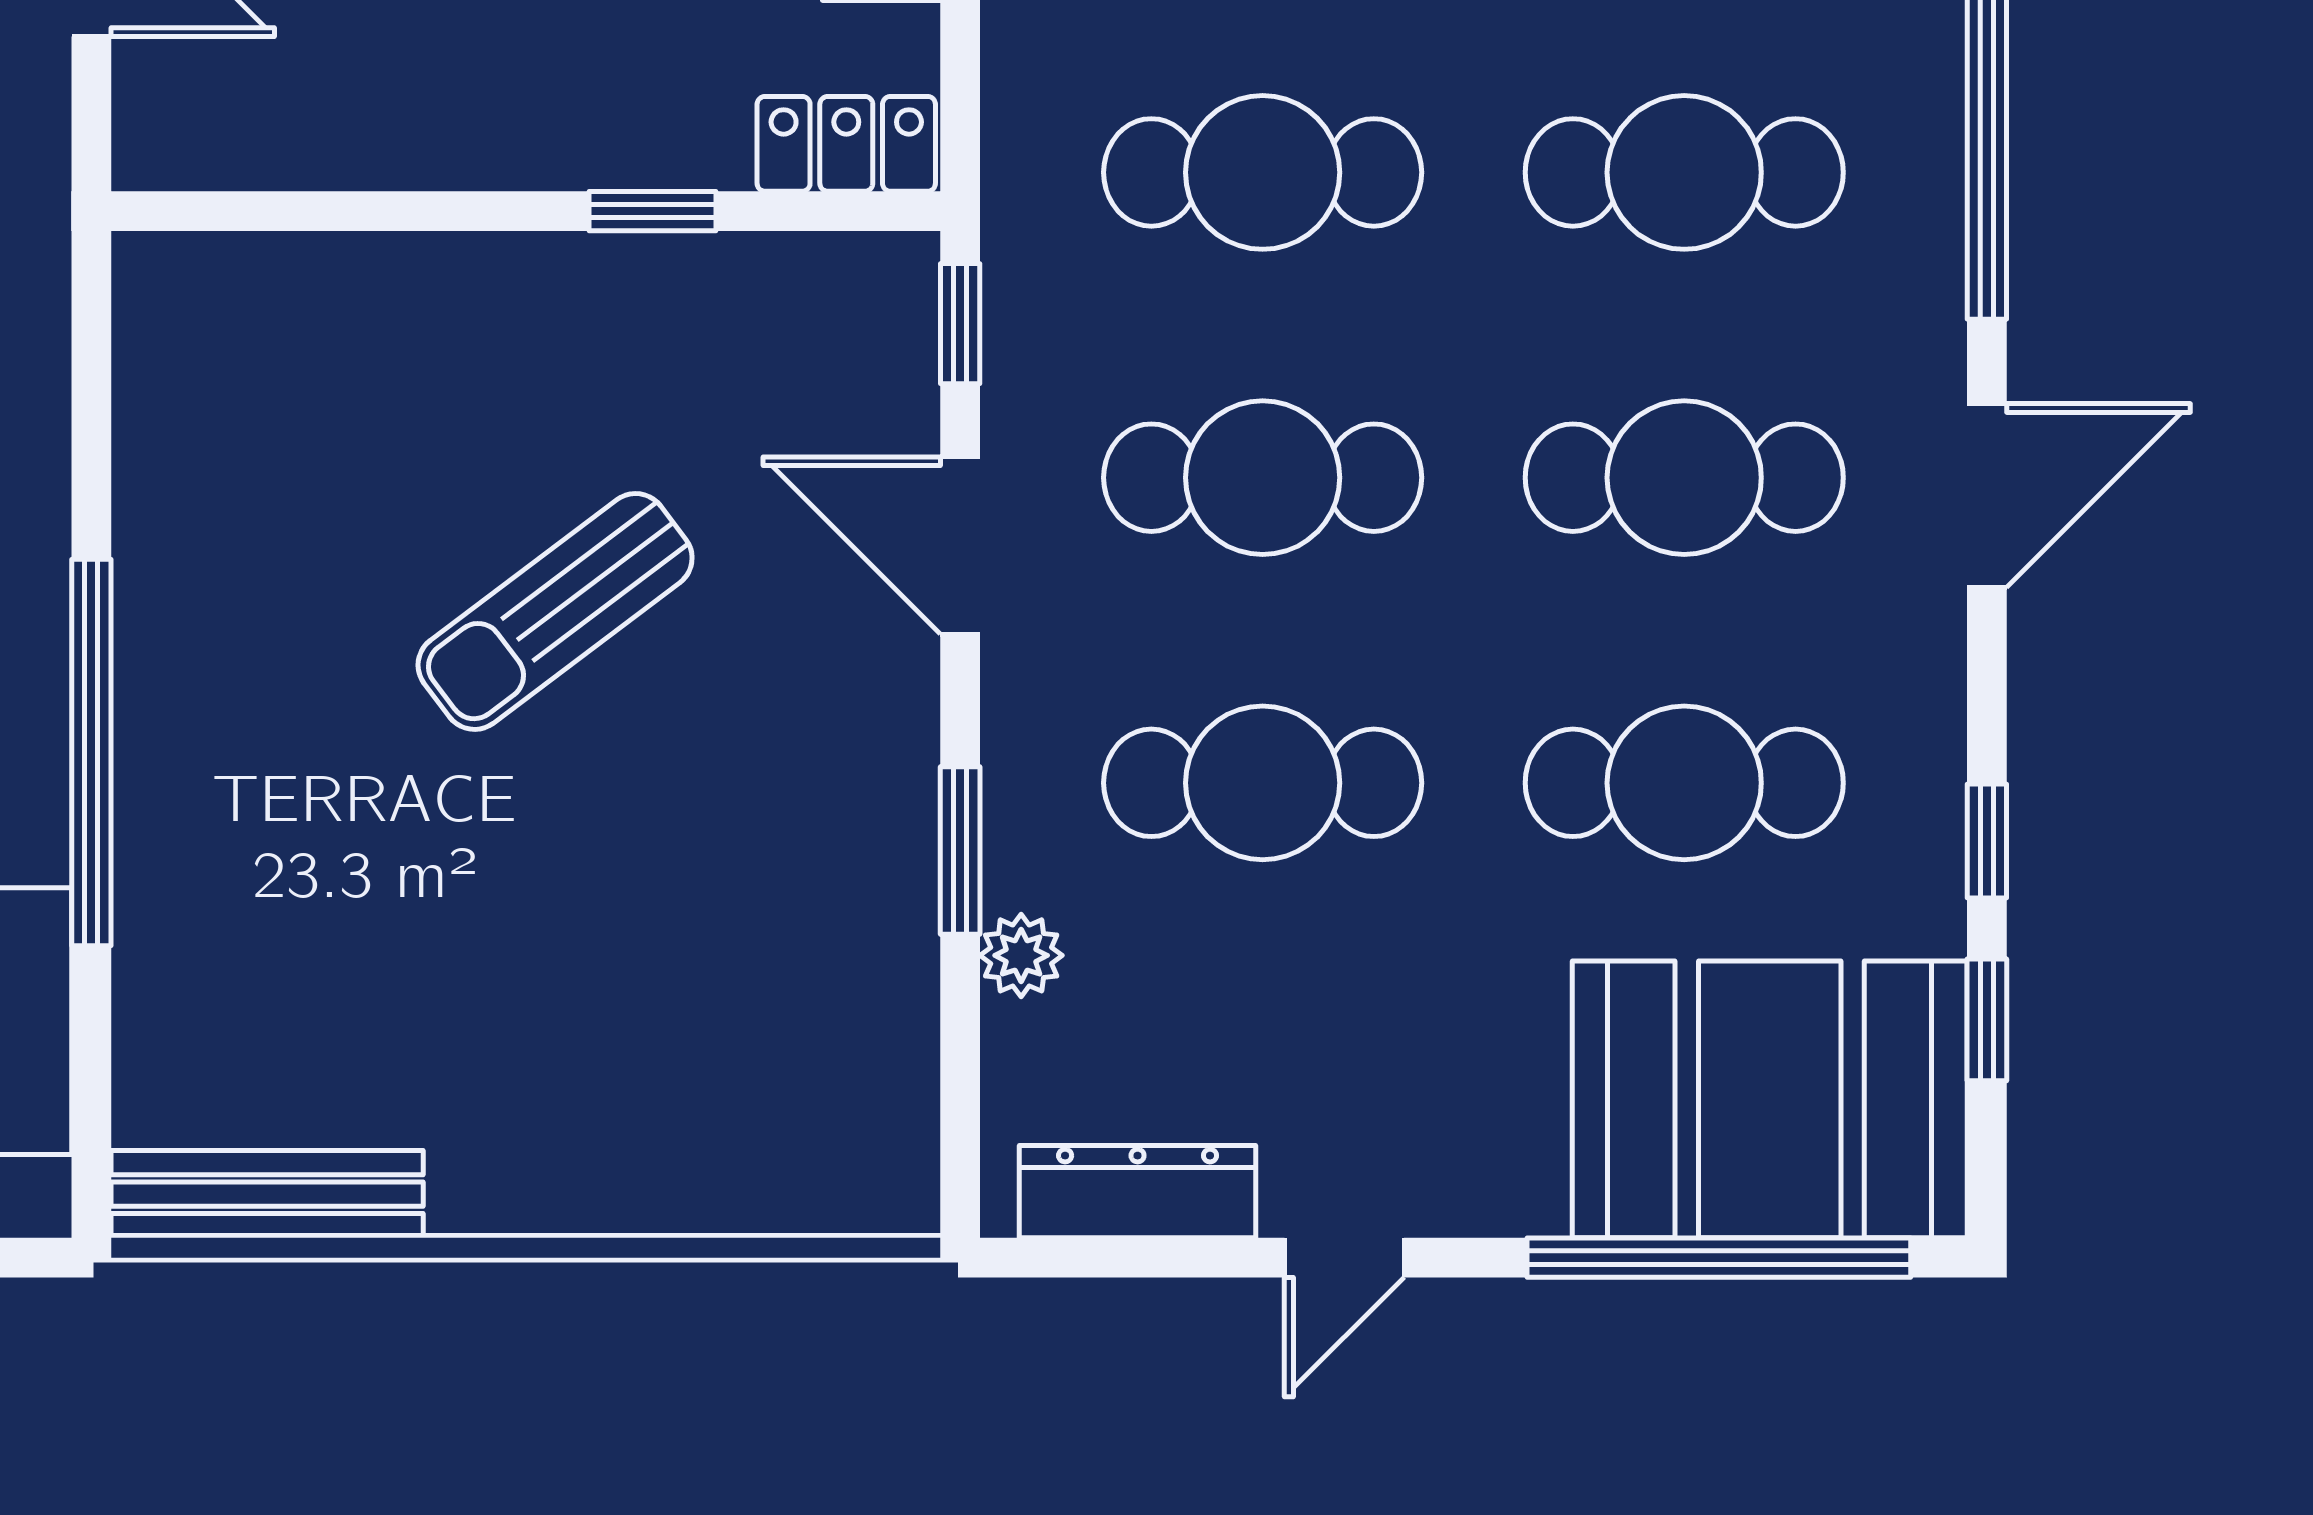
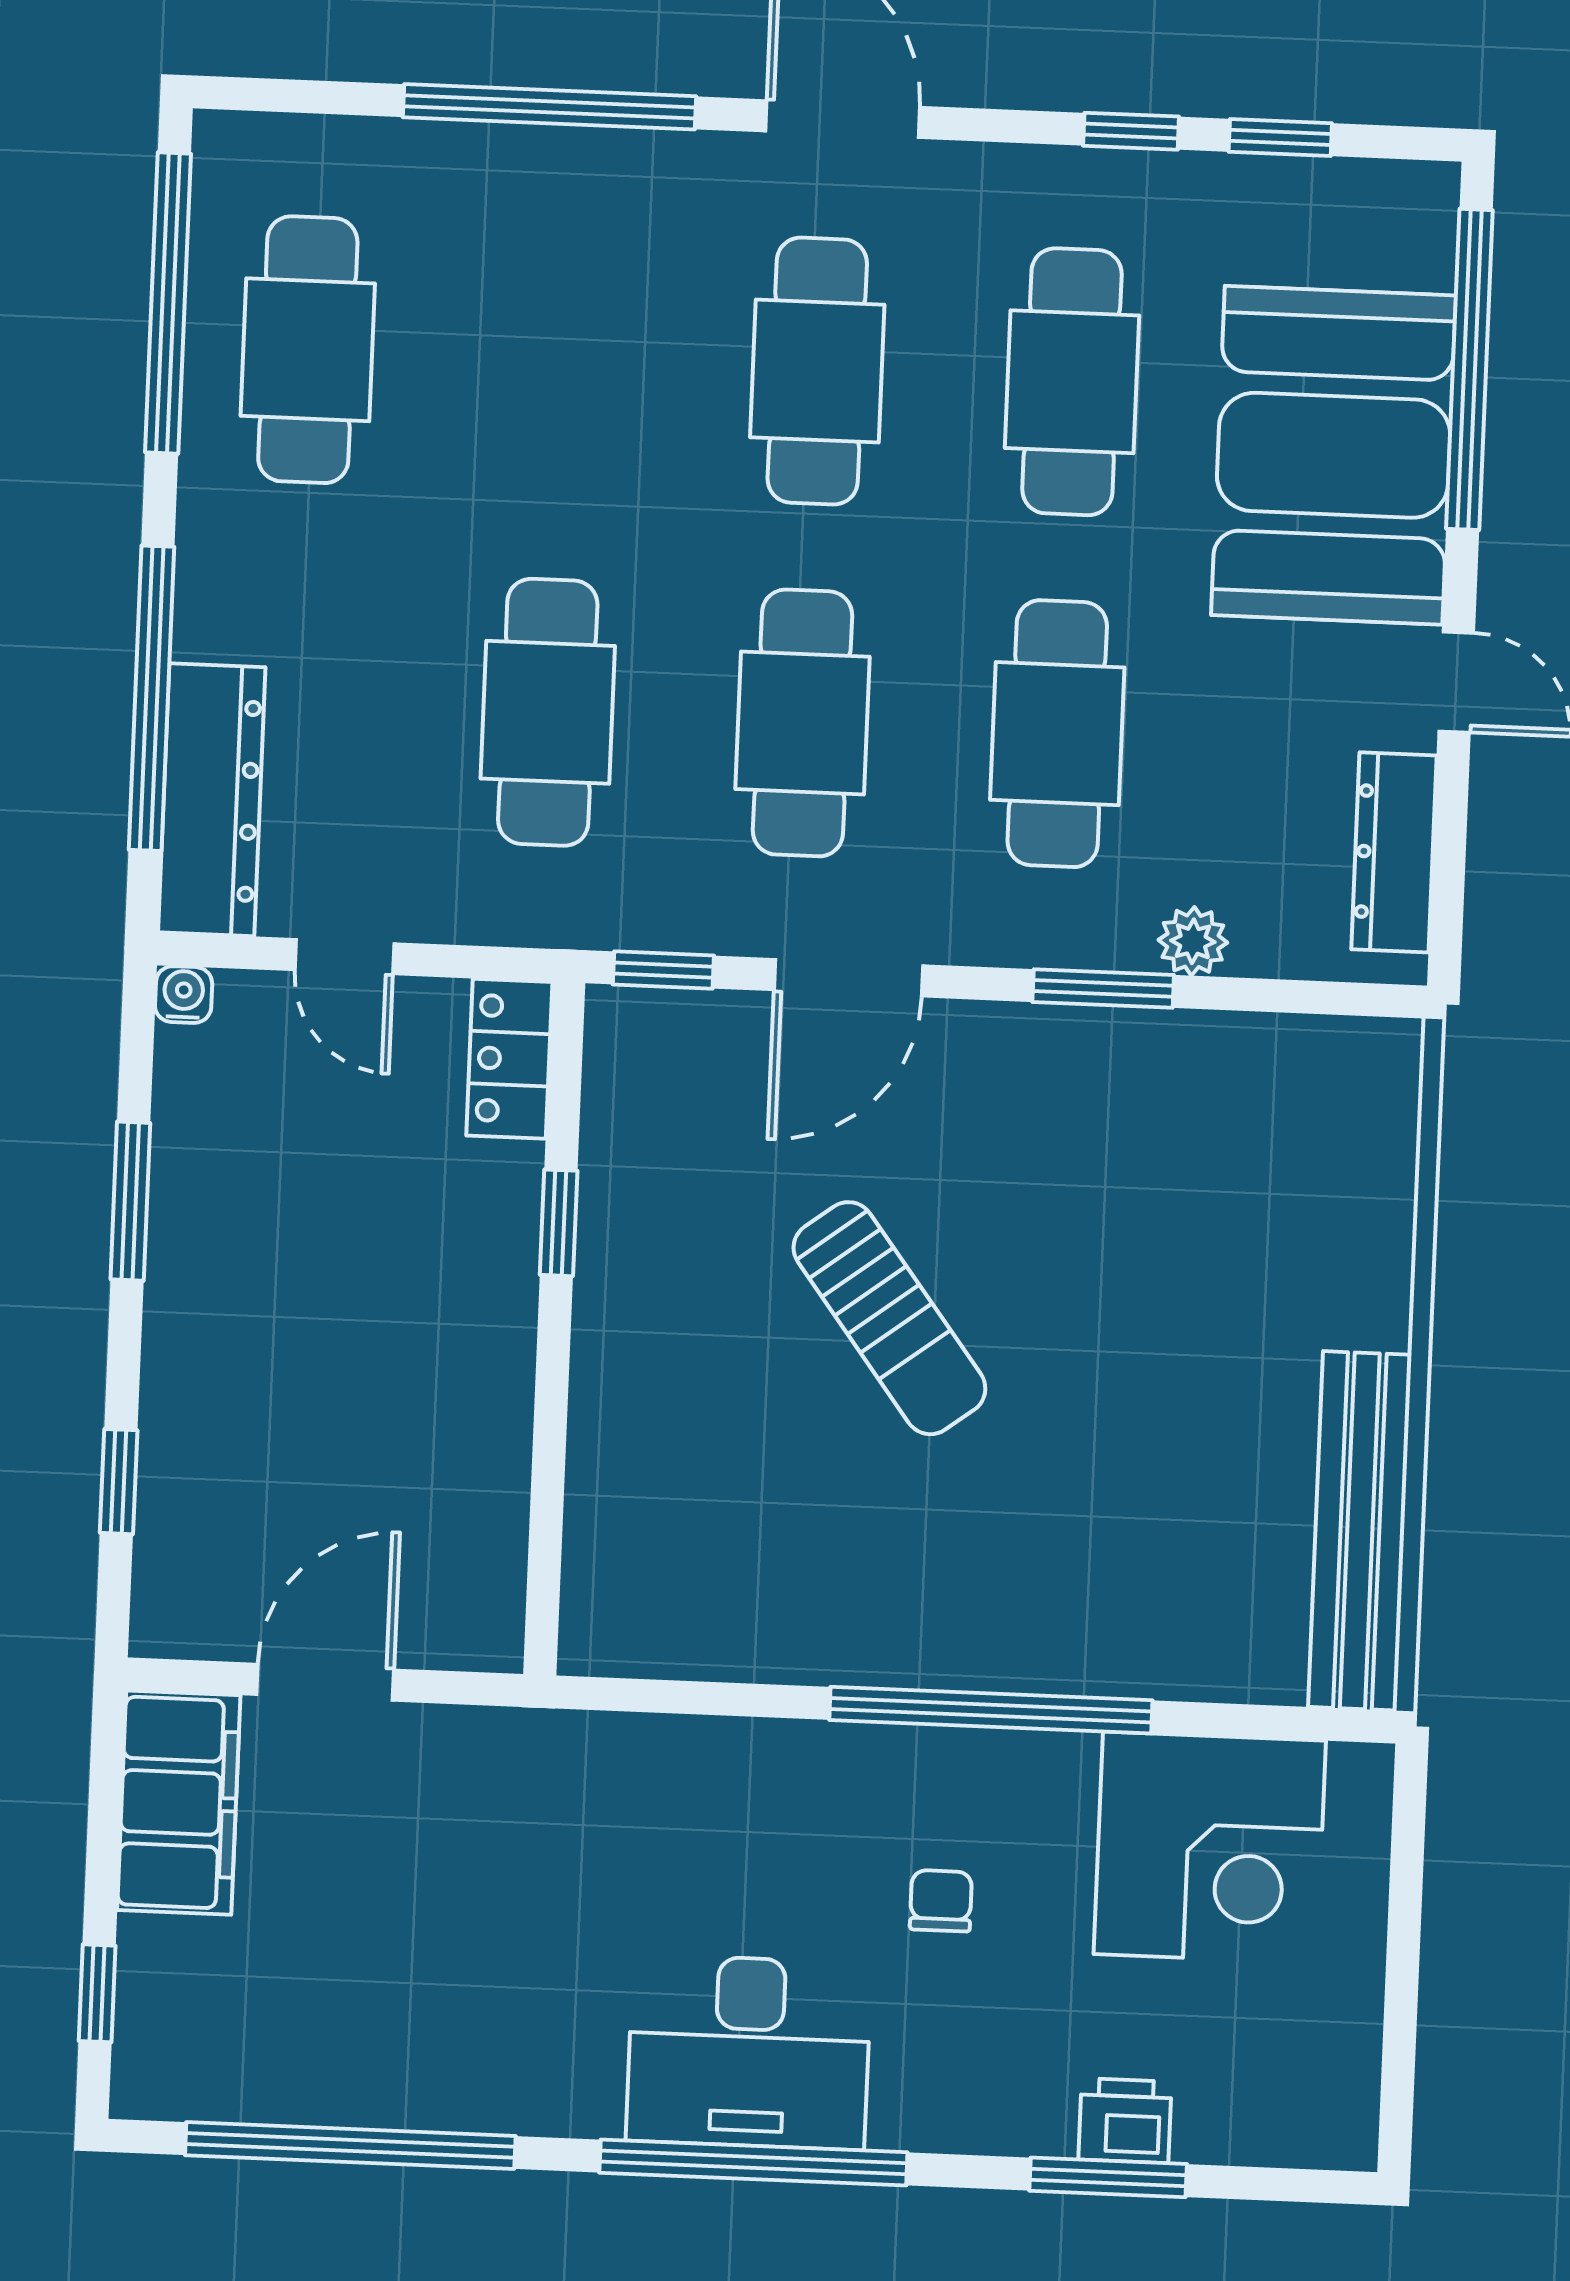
cafe table: (1684, 172) -> (563, 360), removed
booth: (1770, 1099) -> (1334, 455), moved
bench: (267, 1194) -> (1360, 1531), width x1.37, depth x1.21

